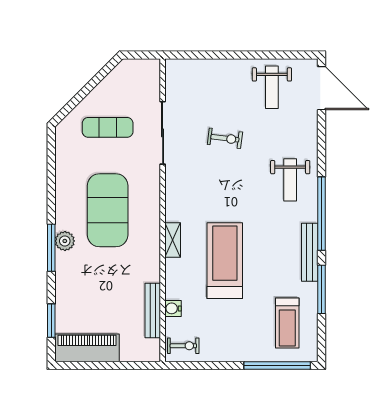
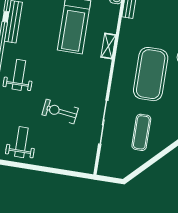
exercise mat: (108, 127) -> (141, 132), turned 90
exercise bike: (225, 138) -> (60, 111), width x1.38, depth x1.39

